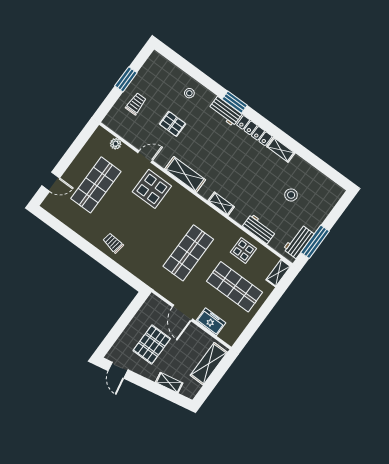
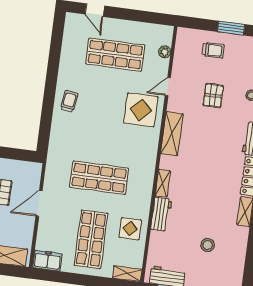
door: (145, 157) -> (168, 87), swing flipped
workbench: (259, 229) -> (161, 214), moved
freezer: (211, 322) -> (47, 261), moved, turned -90

